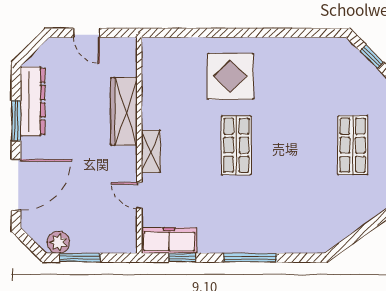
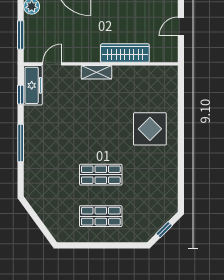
shop shelf: (236, 145) -> (101, 175), moved
door: (139, 195) -> (52, 64), moved
window: (80, 258) -> (21, 35), moved

